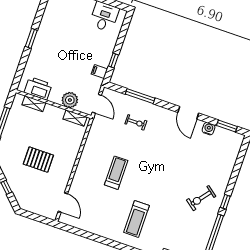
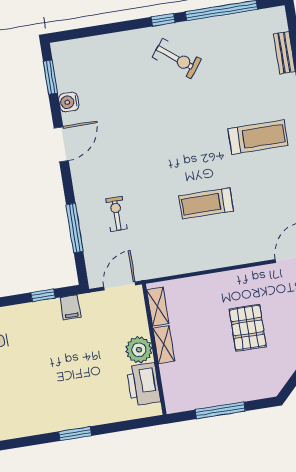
plant: (70, 100) -> (139, 350), moved
shelving: (34, 104) -> (164, 345), moved

